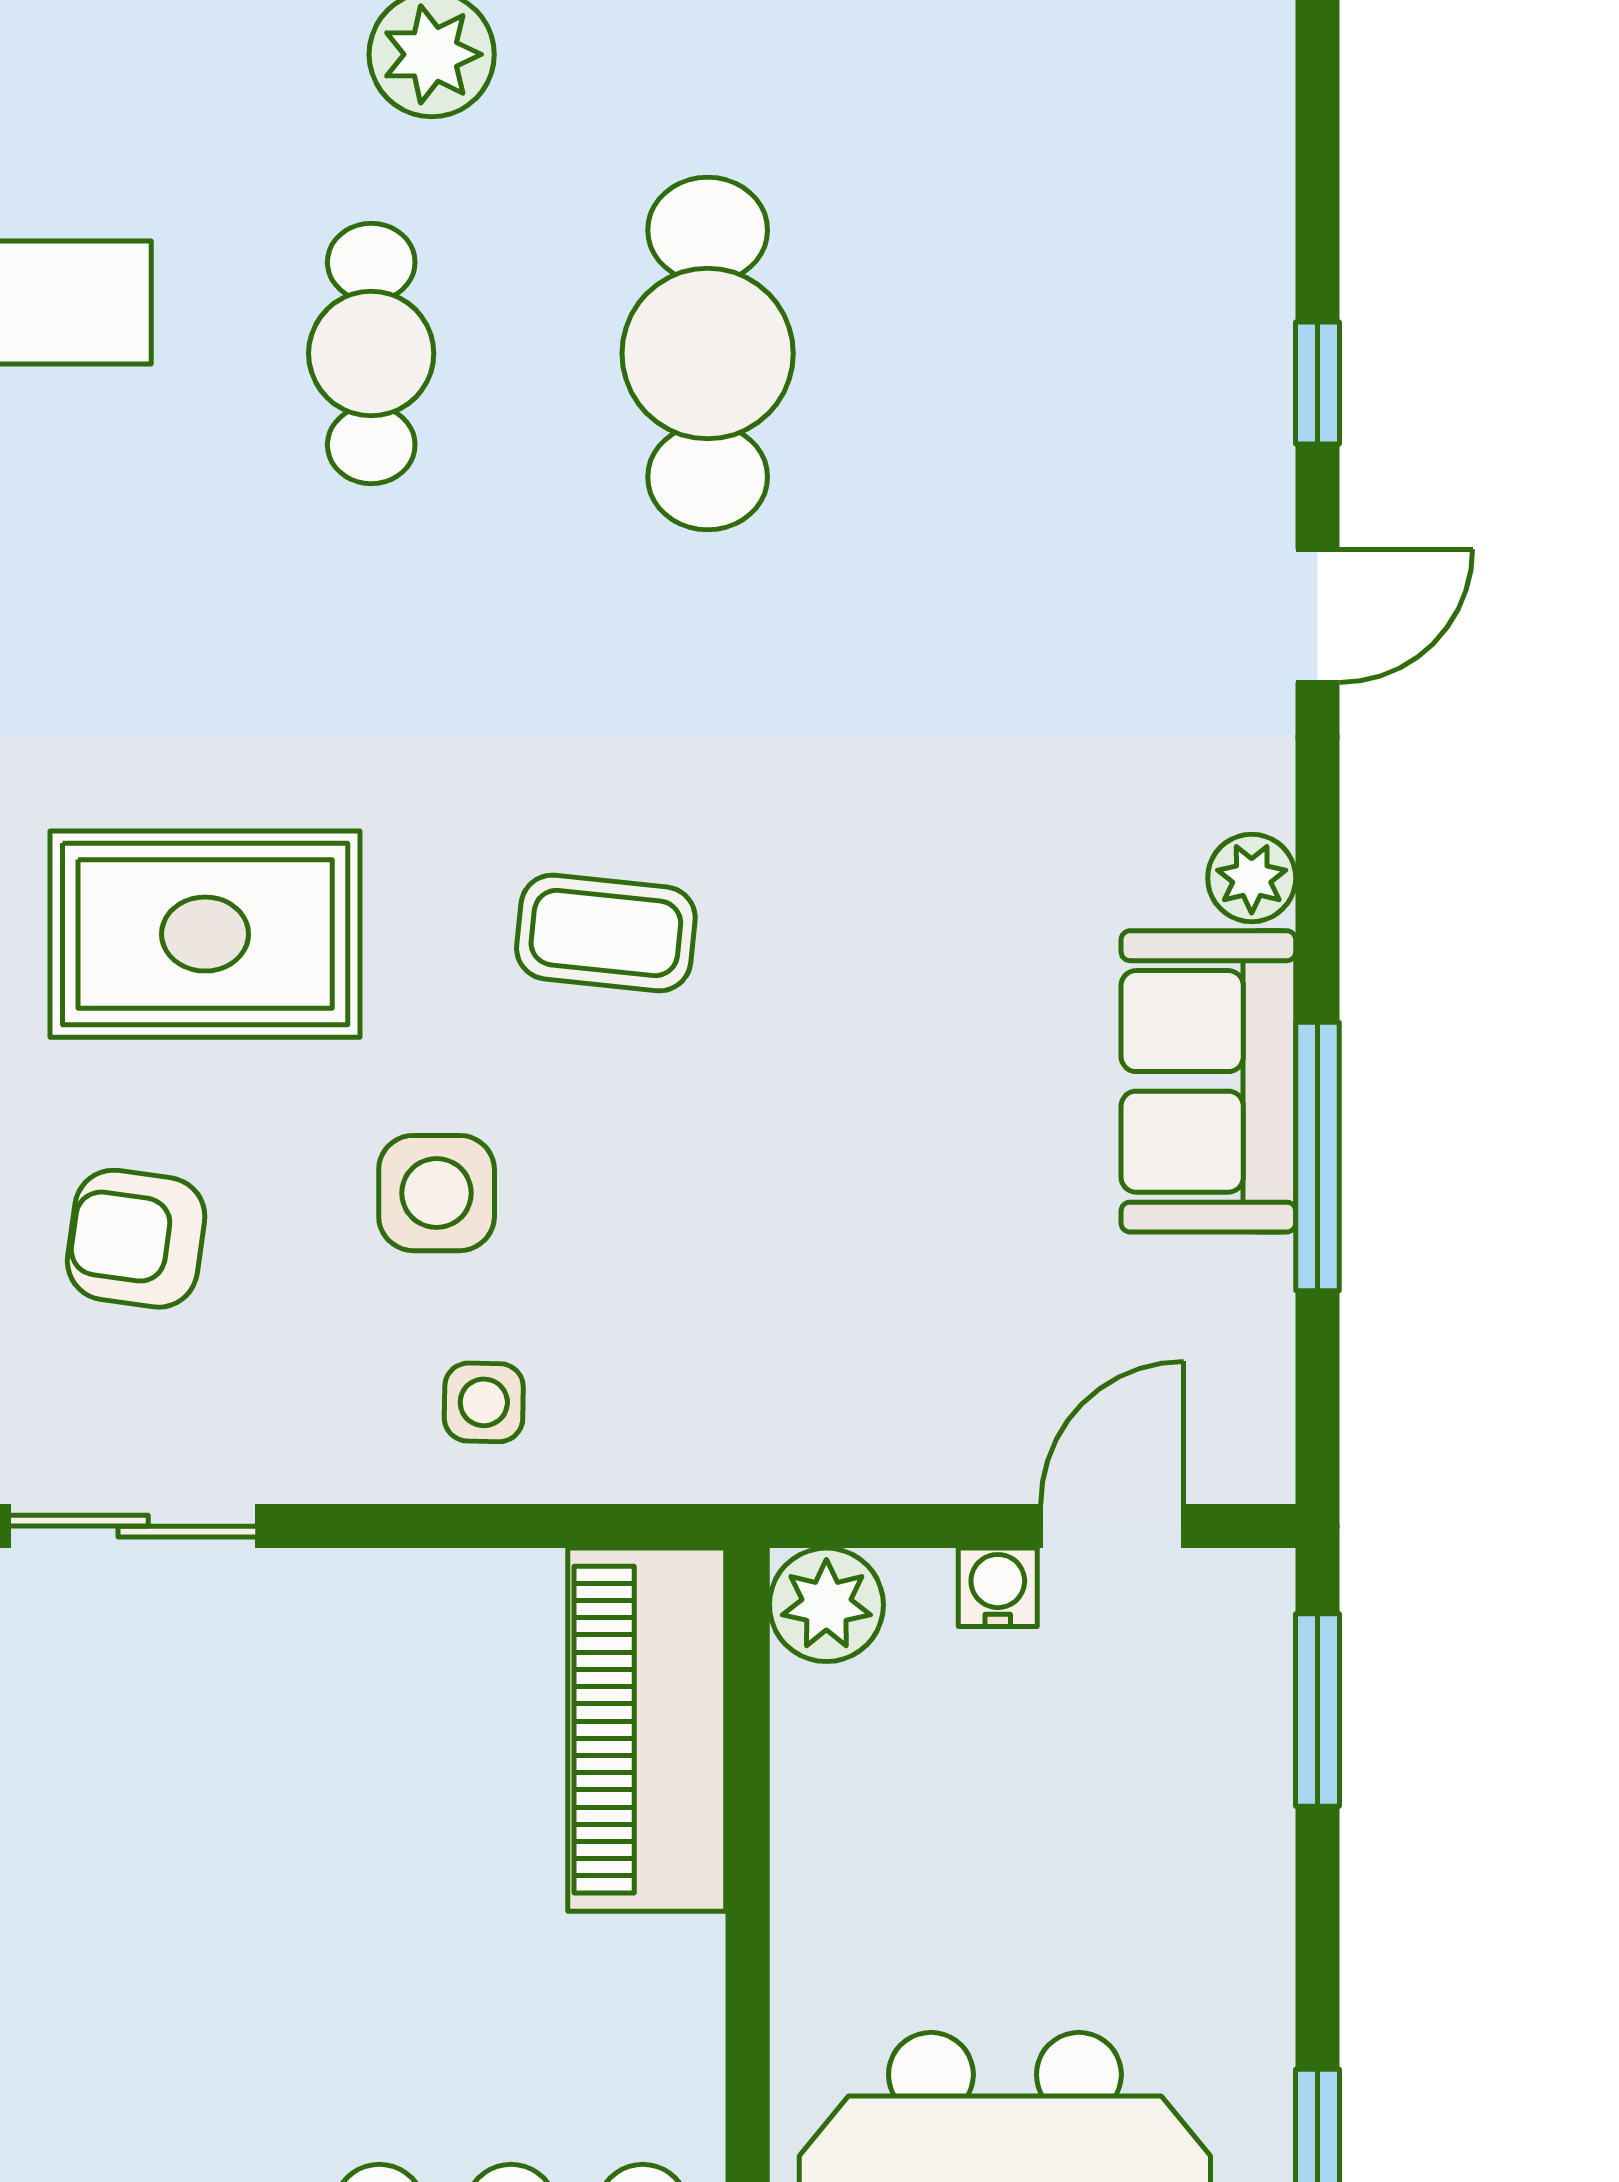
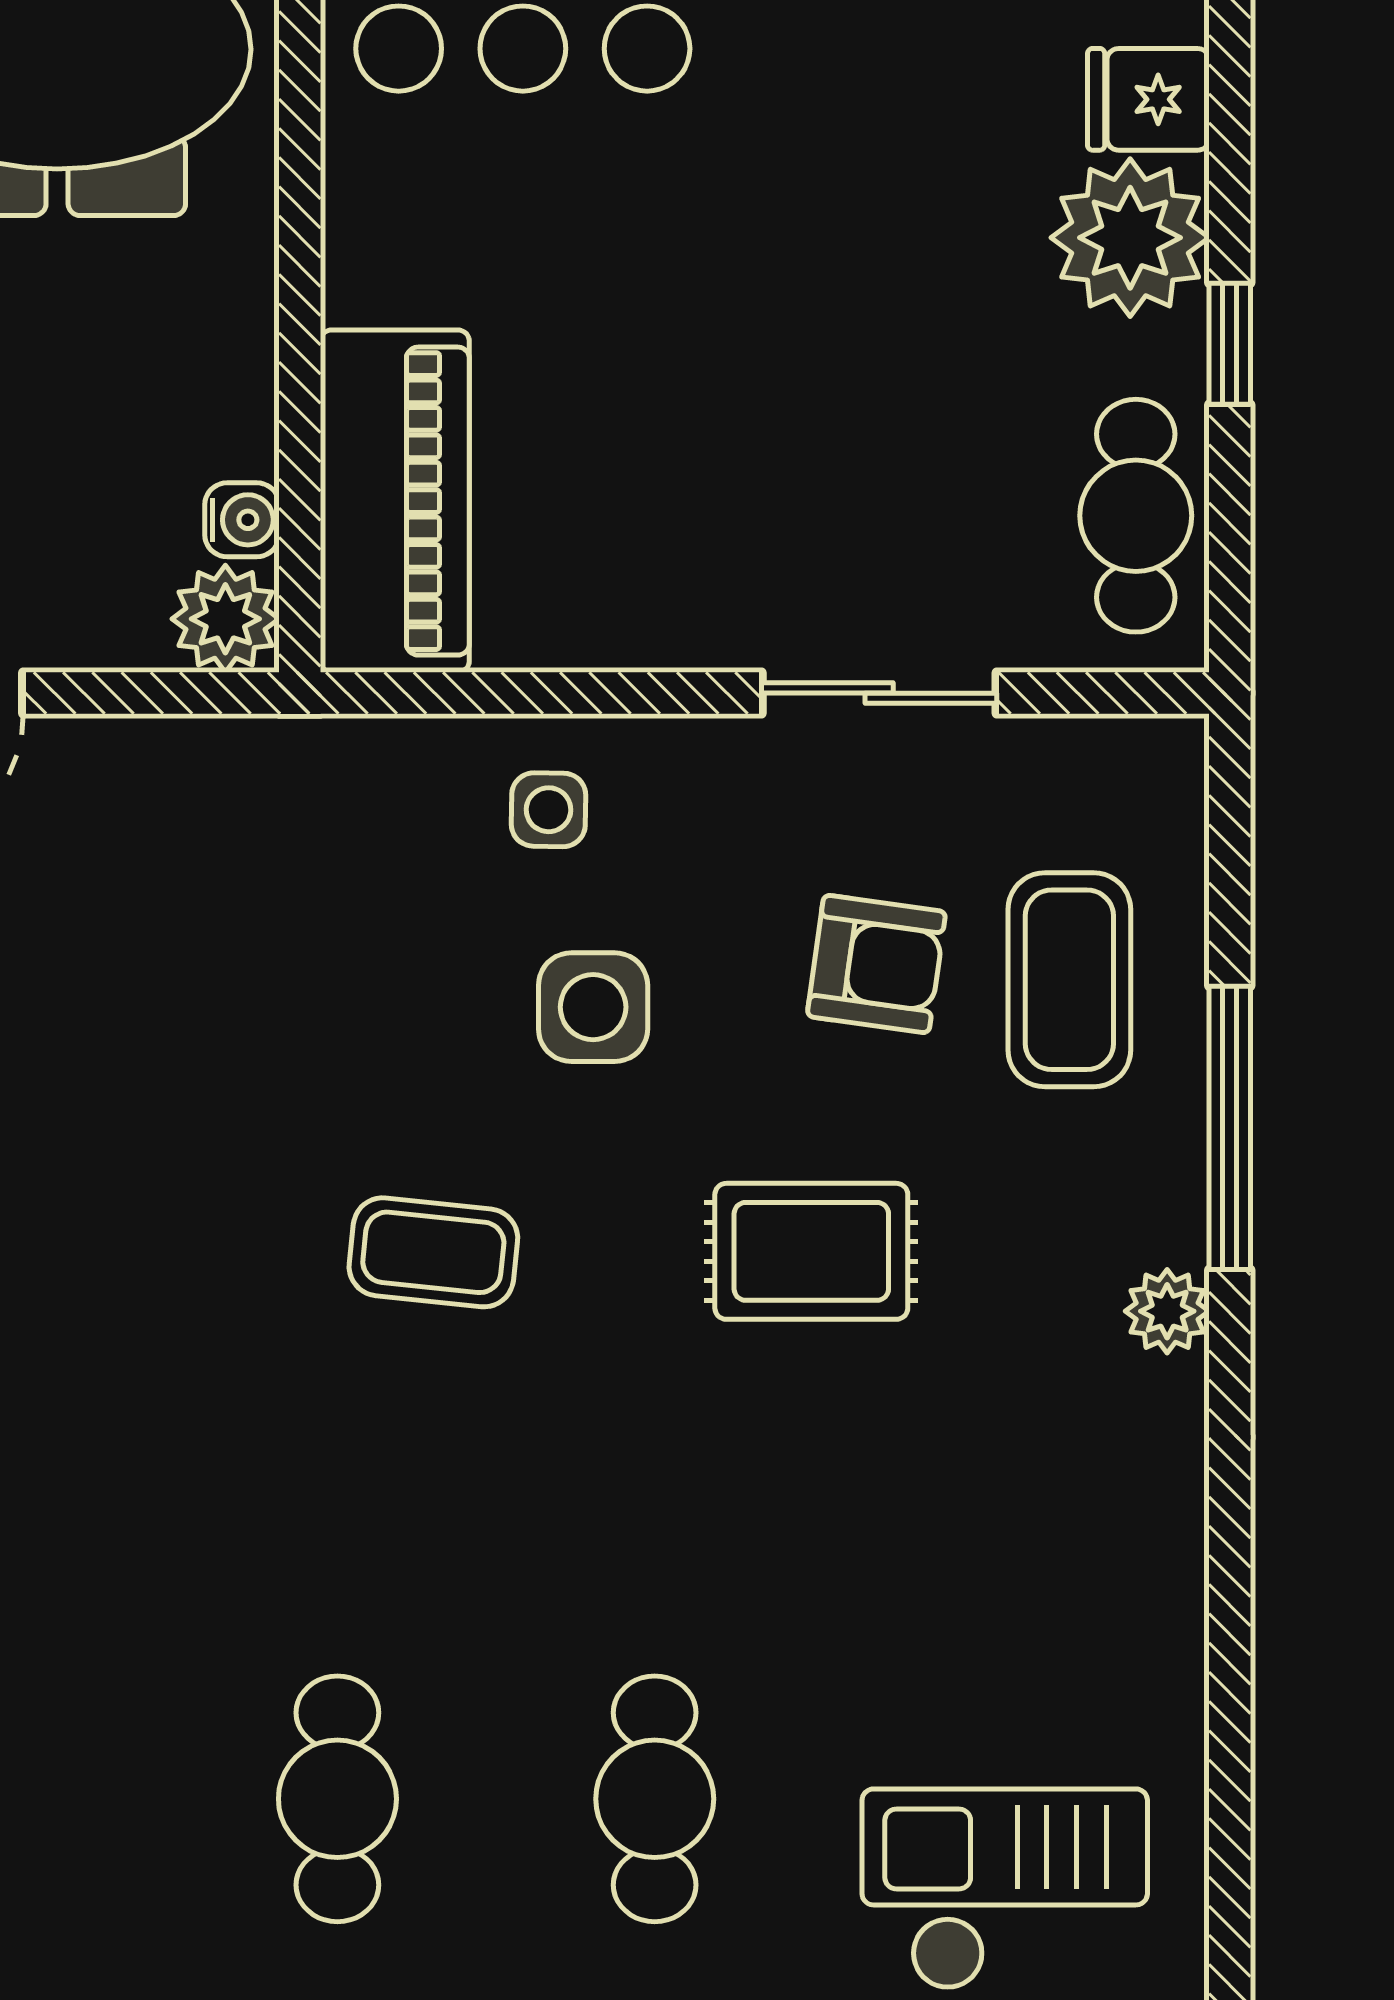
cafe table: (708, 354) -> (337, 1799), width x0.73, depth x0.74
rug: (205, 934) -> (811, 1251), width x0.73, depth x0.70
water cooler: (998, 1587) -> (242, 520), moved, turned -90

